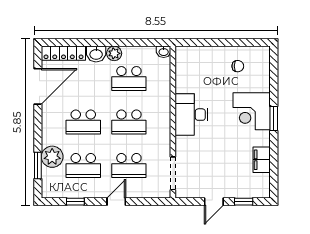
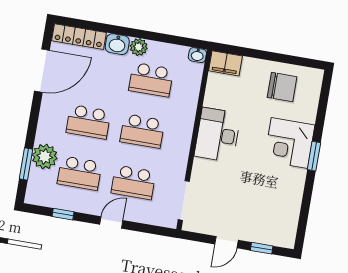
chair: (238, 66) -> (282, 87), width x1.87, depth x1.87
filing cabinet: (262, 160) -> (225, 63), moved, turned -90

